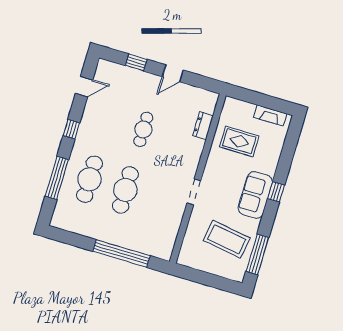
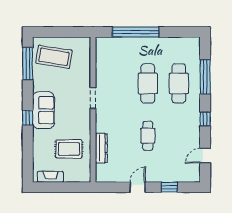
dresser: (203, 126) -> (101, 148), width x1.44
coffee table: (227, 239) -> (54, 57), moved

